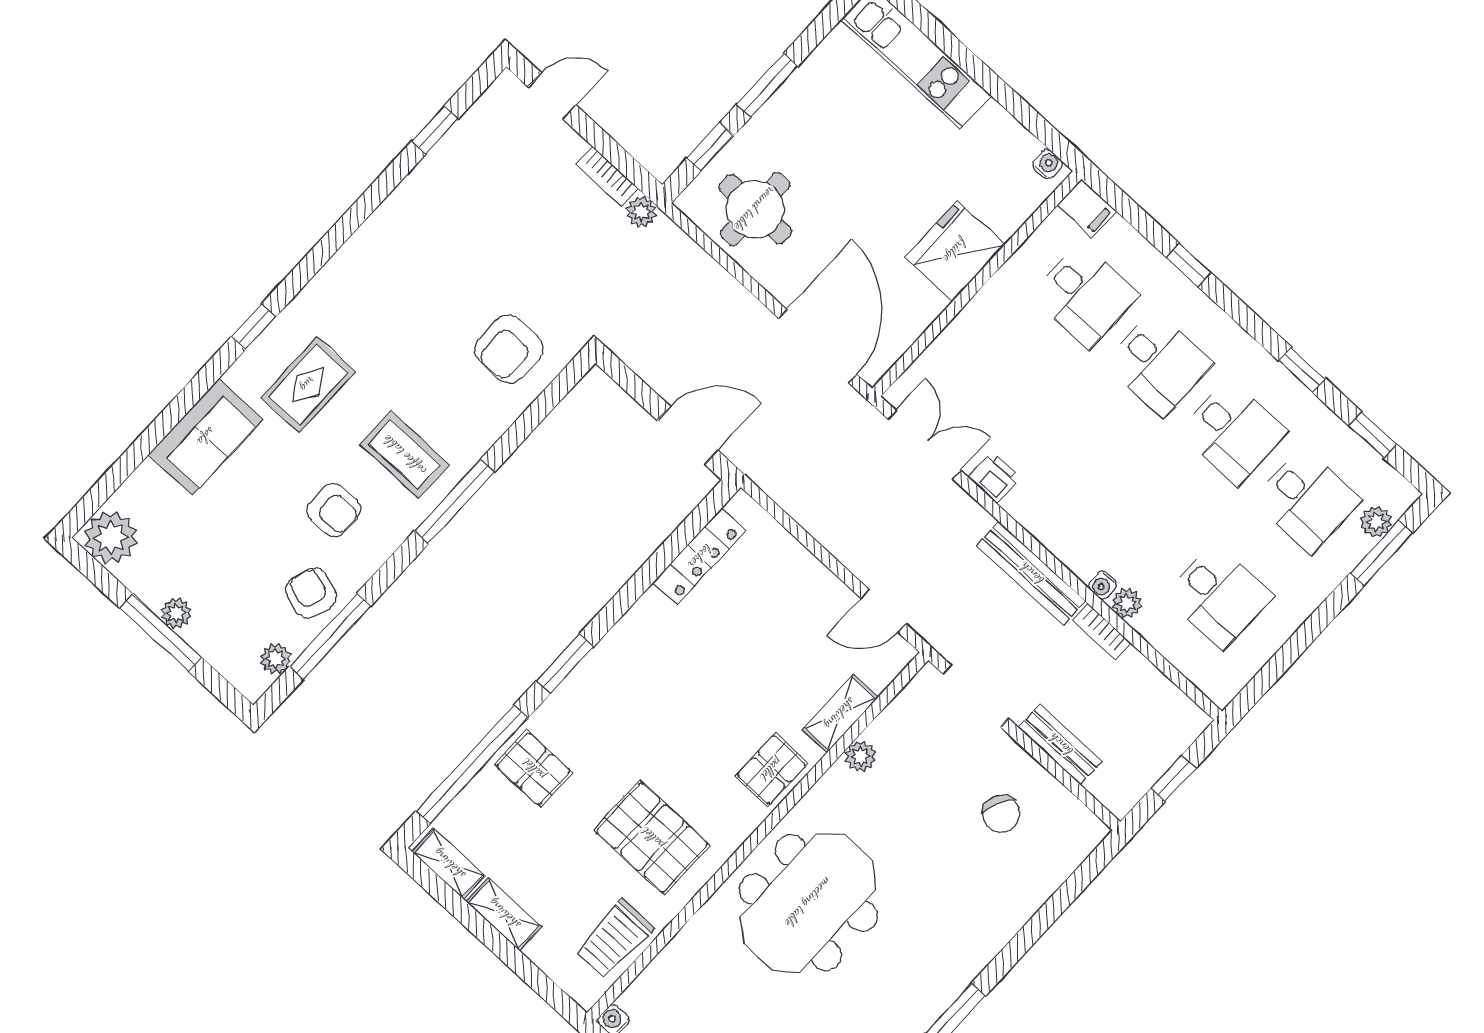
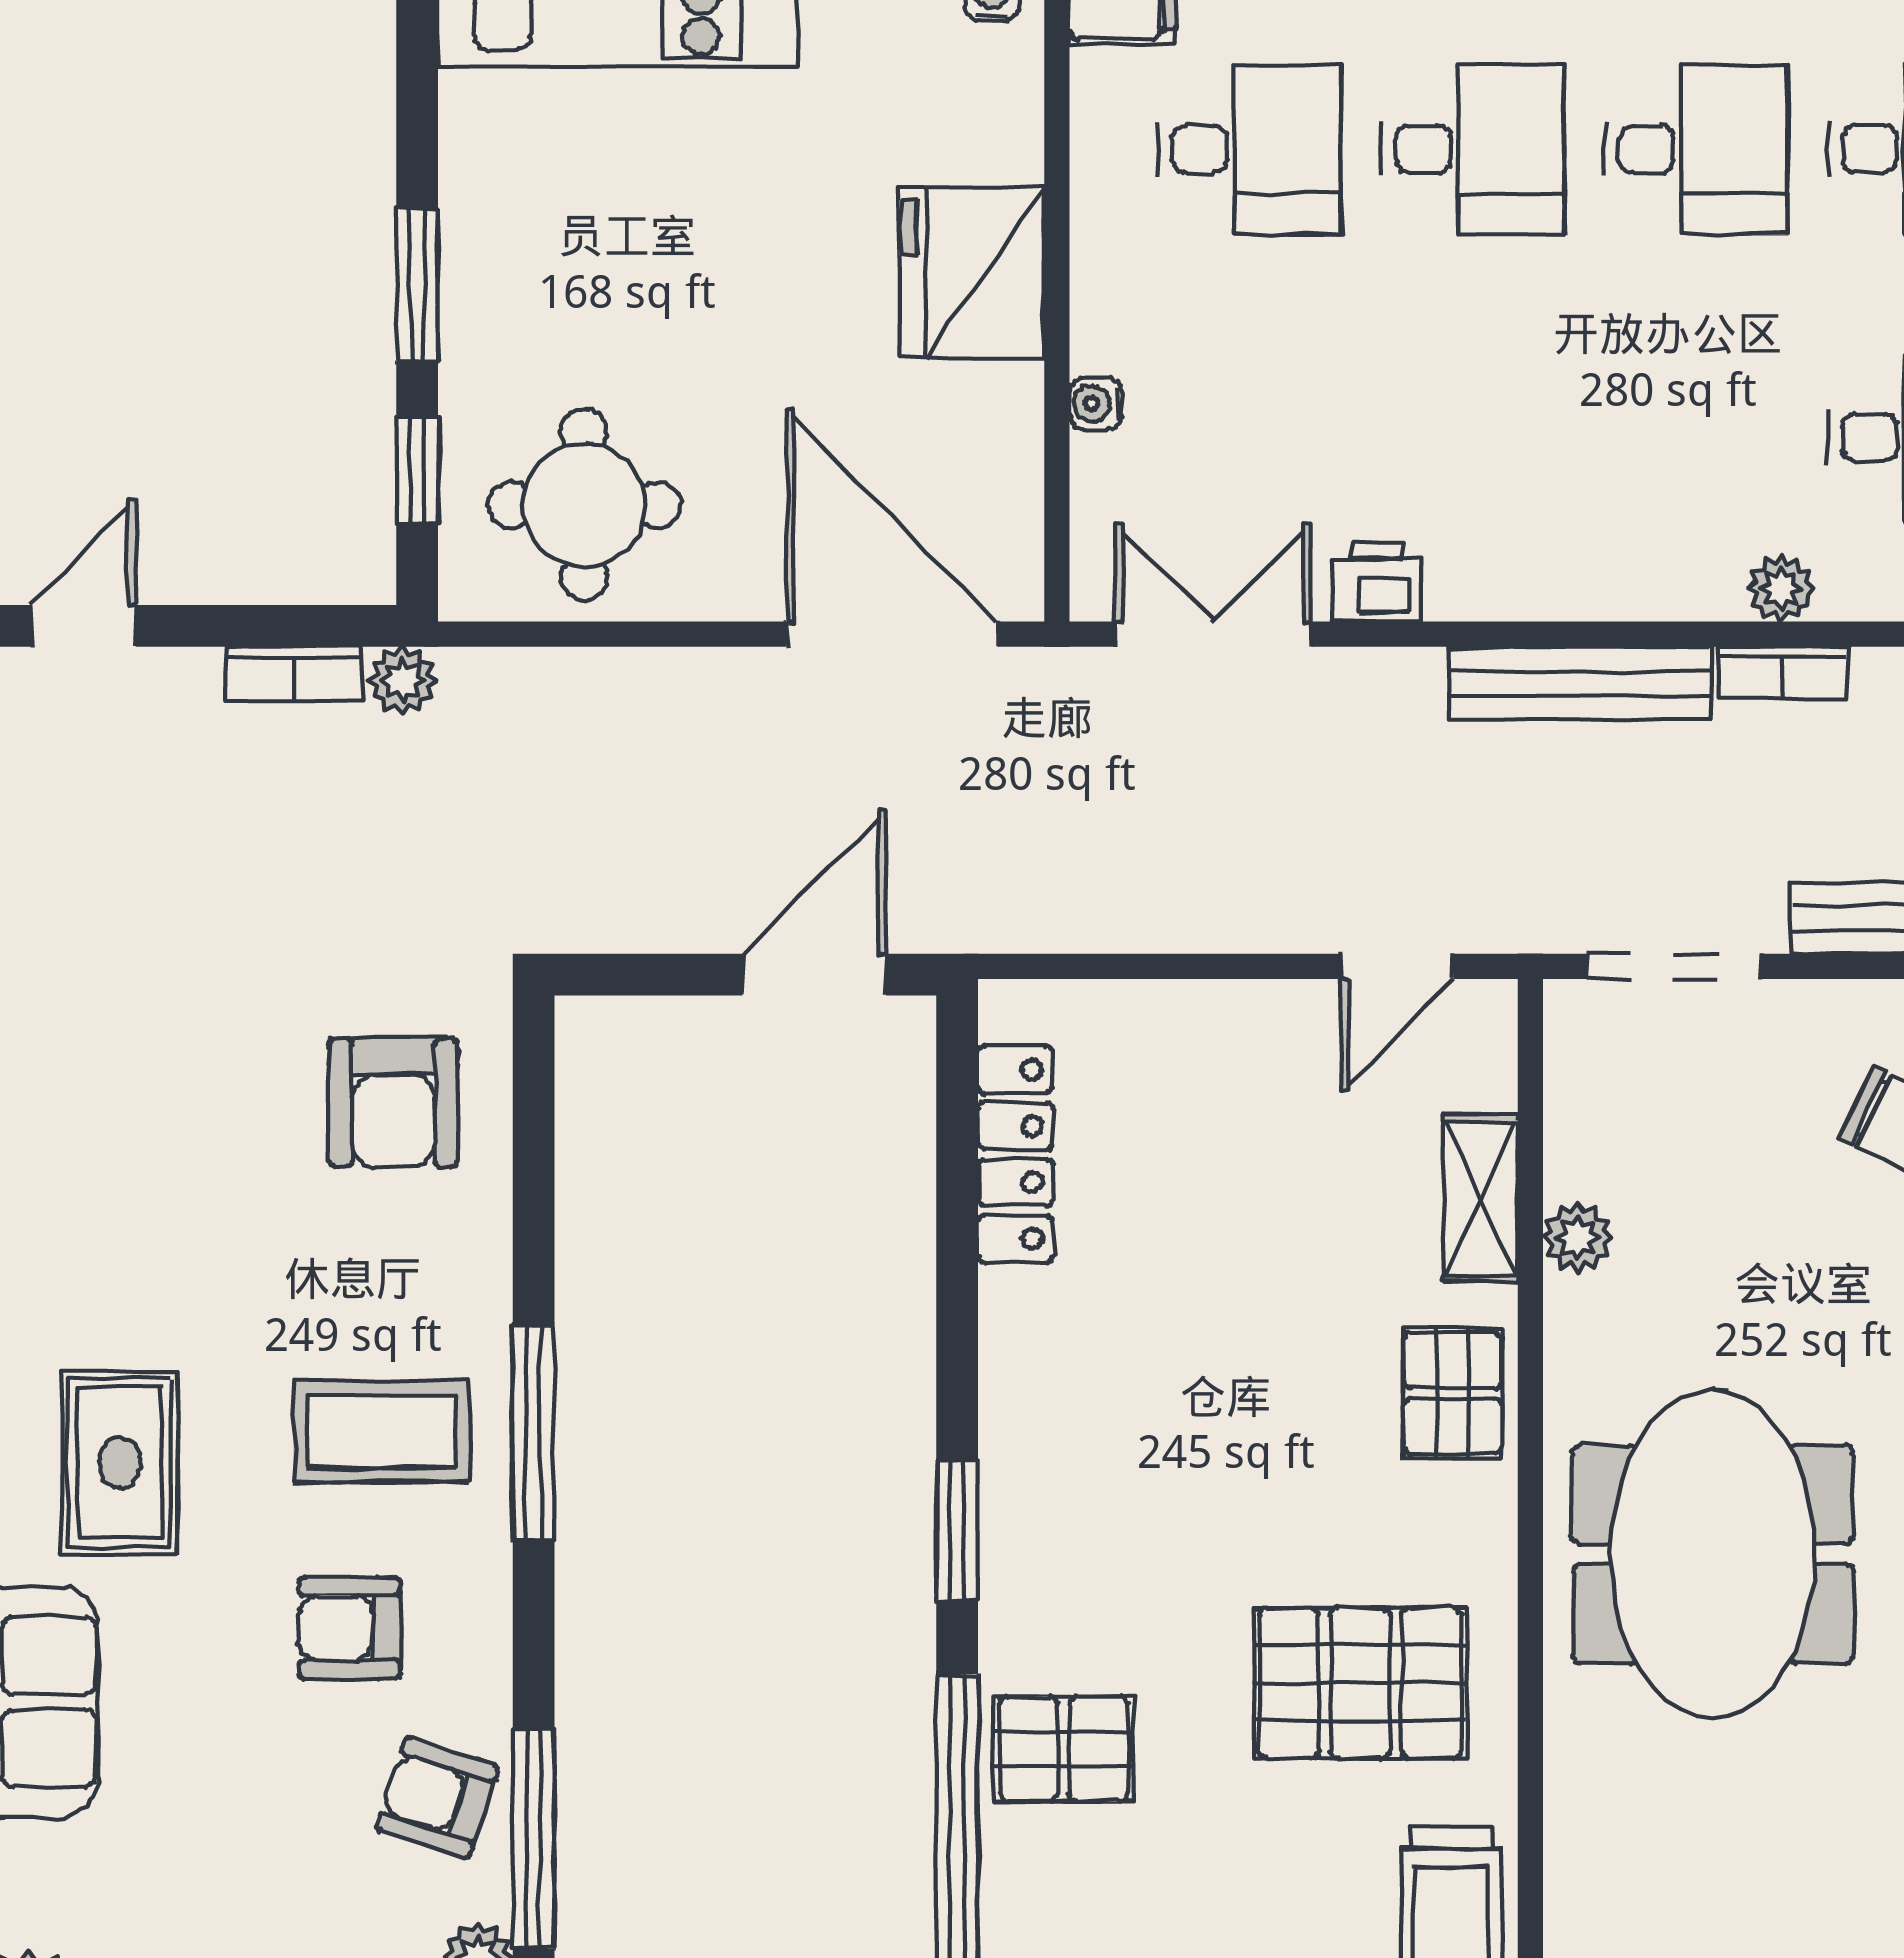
armchair: (334, 510) -> (350, 1628), turned 180
water cooler: (1103, 585) -> (1096, 404), moved, turned 90

